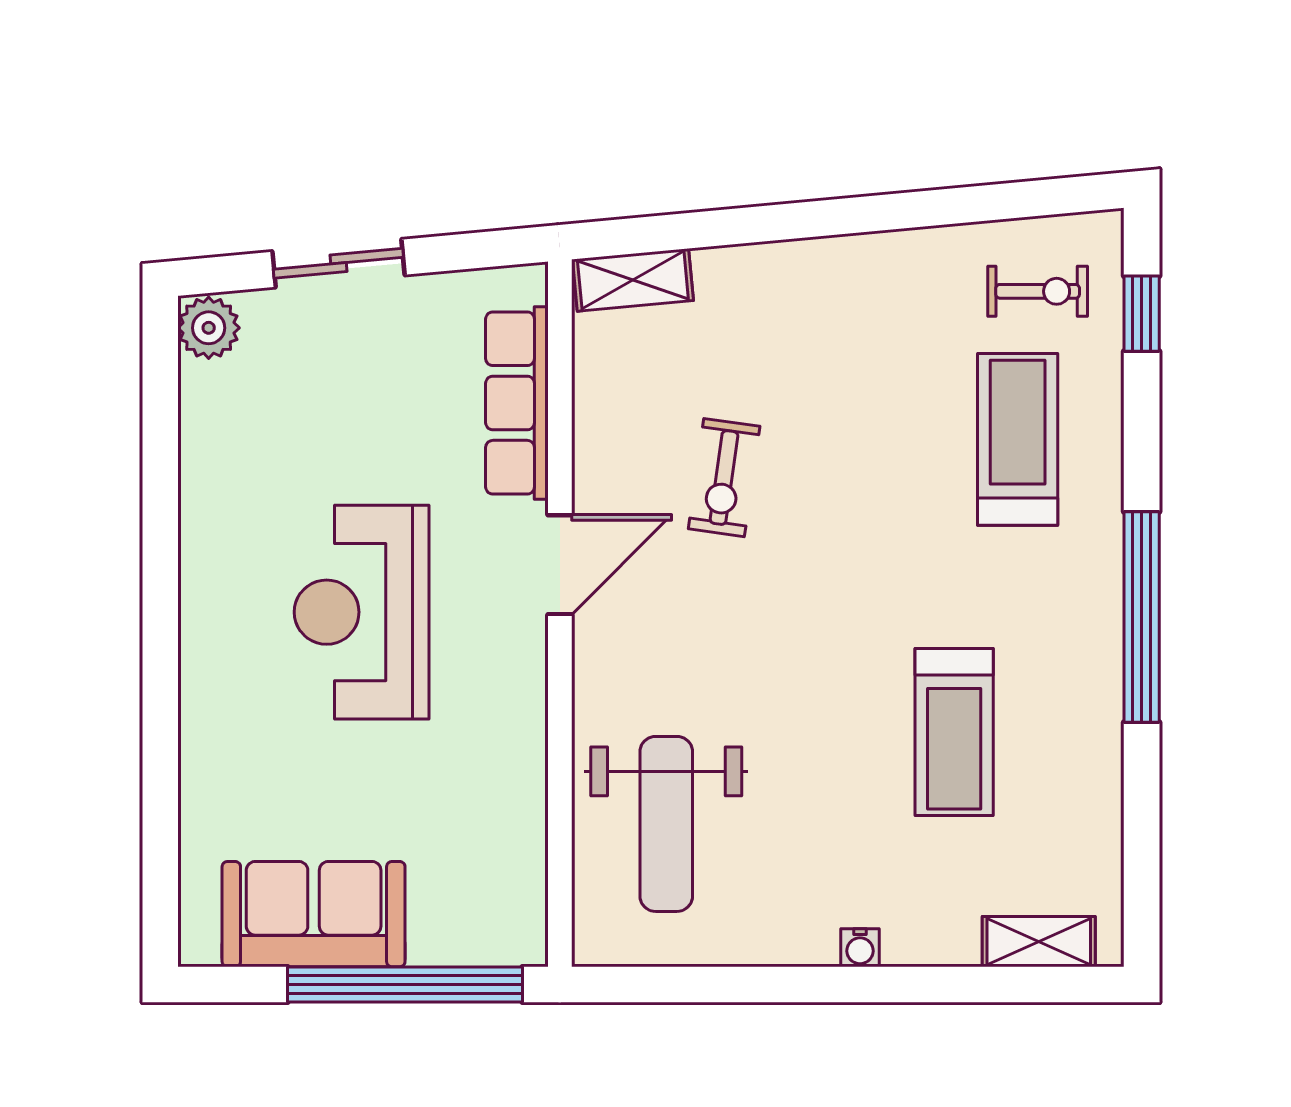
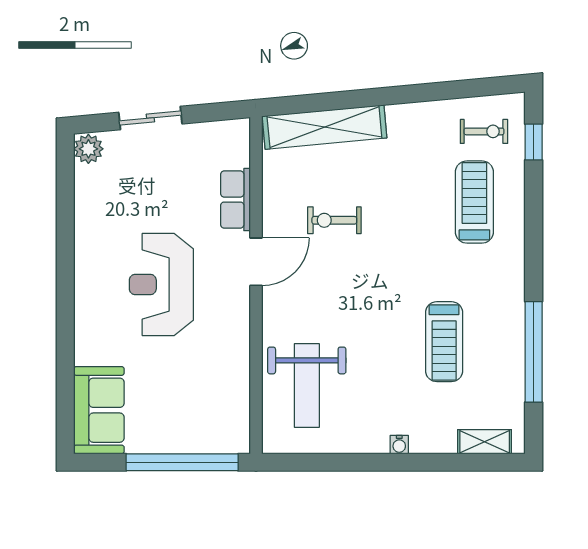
shelving: (633, 280) -> (324, 127), width x2.20, depth x1.33
row of seats: (517, 403) -> (236, 200), width x0.68
exercise bike: (724, 478) -> (334, 220), turned 82
window: (1142, 617) -> (534, 352), moved
sofa: (314, 914) -> (99, 410), moved, turned 90

